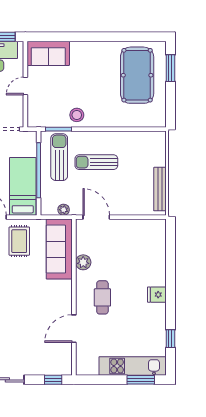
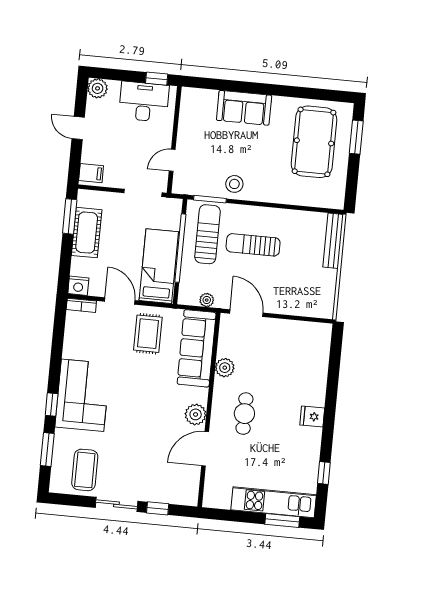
sofa: (48, 53) -> (244, 108), moved
door: (25, 86) -> (172, 160), moved
bench: (160, 189) -> (333, 241), moved
plant: (64, 302) -> (196, 414), added
window: (53, 380) -> (158, 508), moved

